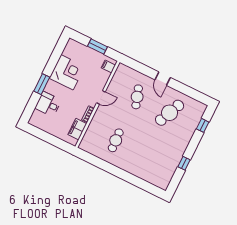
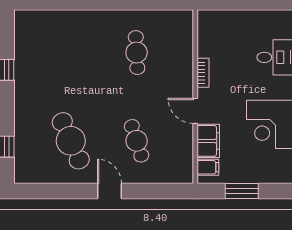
door: (101, 97) -> (195, 111), hinge flipped
cafe table: (170, 113) -> (71, 141), turned -48
filing cabinet: (77, 129) -> (208, 141), moved

